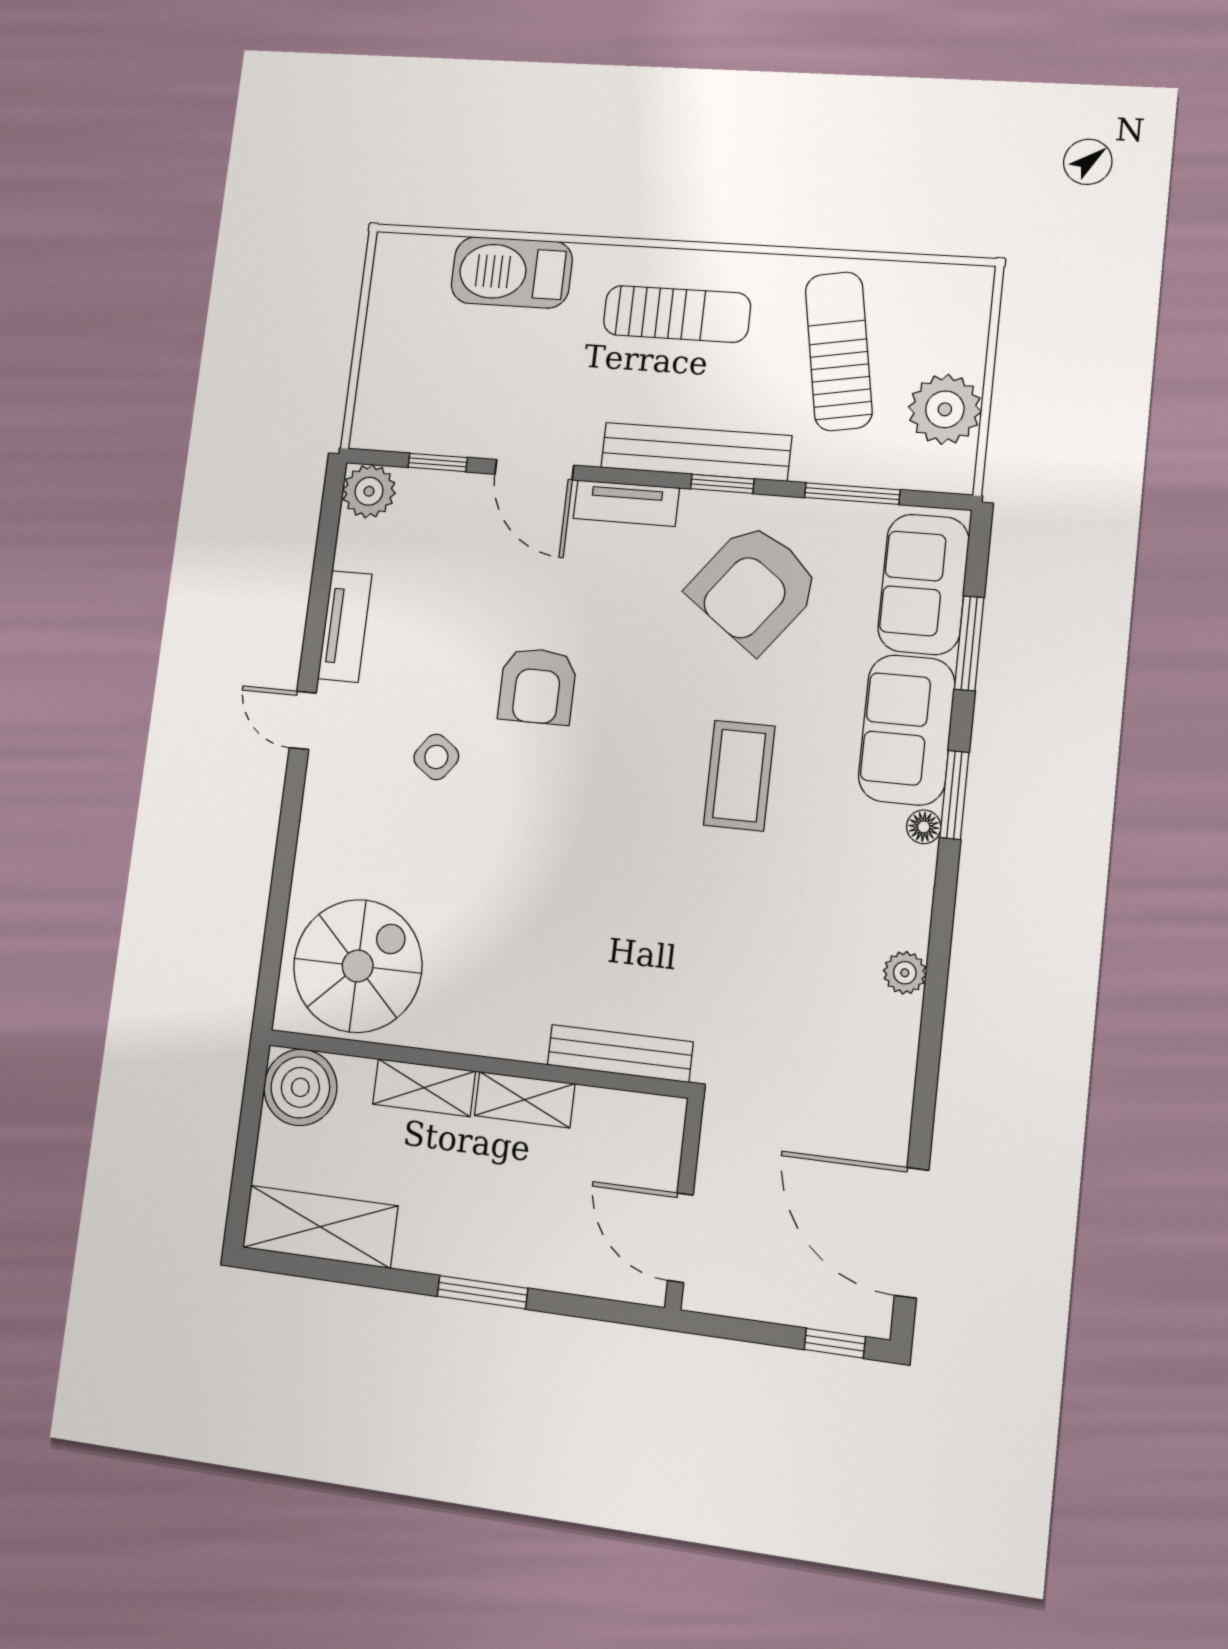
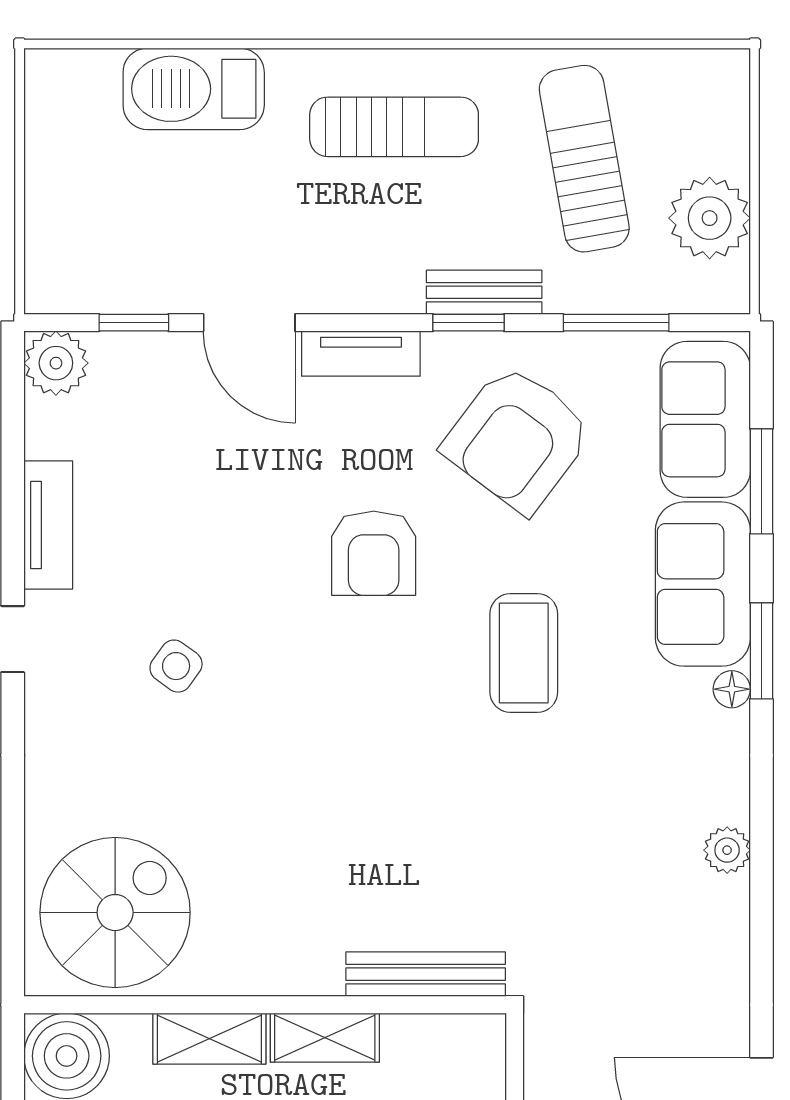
bench: (696, 452) -> (484, 292), width x0.54, depth x0.82
armchair: (537, 686) -> (374, 553), moved

